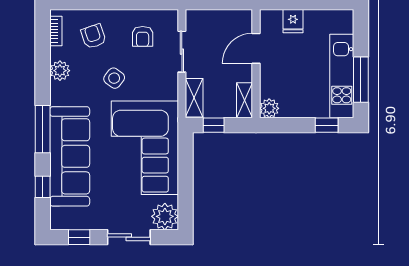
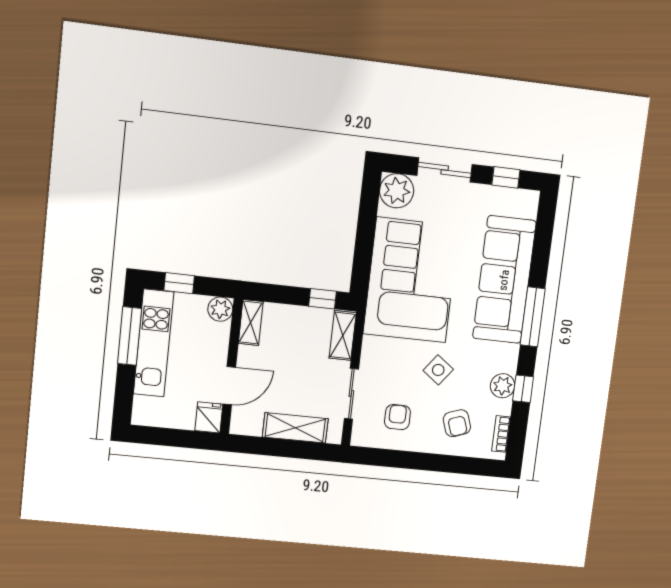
shelving: (224, 20) -> (295, 428), added
door: (256, 48) -> (229, 386), moved
wall: (256, 64) -> (231, 367), moved
shelving: (244, 100) -> (251, 322), moved
plant: (269, 108) -> (220, 309), moved
window: (43, 187) -> (523, 389), moved

